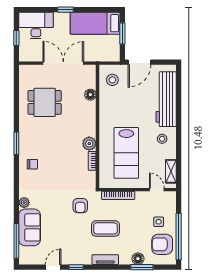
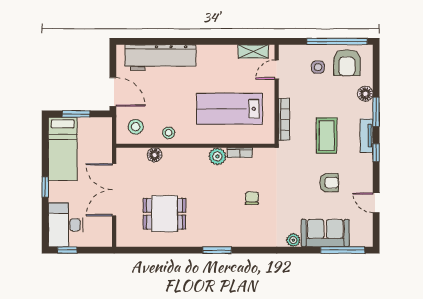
window: (16, 38) -> (67, 250), moved
dining table: (45, 102) -> (164, 214), turned 90
stool: (162, 139) -> (169, 133), moved
lab bench: (126, 153) -> (229, 109), turned 180
chair: (32, 164) -> (252, 198), moved
armchair: (80, 206) -> (329, 183), moved
window: (76, 267) -> (376, 153), moved
window: (142, 267) -> (376, 112), moved

